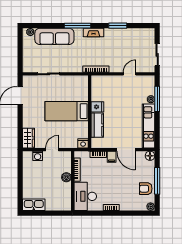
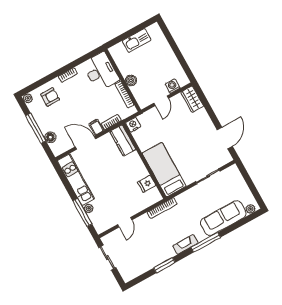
fridge: (97, 107) -> (147, 184), moved
bed: (67, 111) -> (164, 170), moved, turned -90
kitchen counter: (97, 125) -> (123, 140), moved
floor lamp: (150, 156) -> (50, 137), moved
armchair: (146, 189) -> (50, 97), moved
kitchen sink: (34, 205) -> (137, 40), moved

